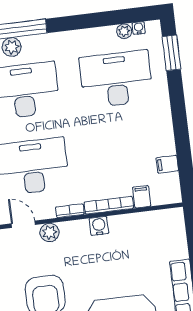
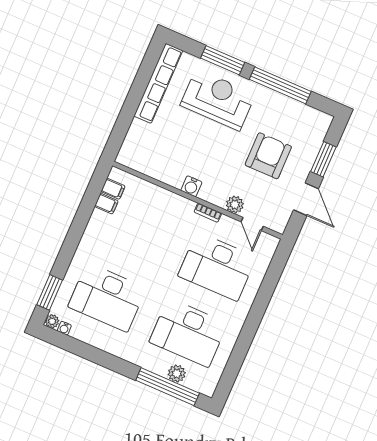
plant: (124, 31) -> (52, 321), moved
filing cabinet: (142, 197) -> (113, 189), moved, turned -90
bookcase: (109, 205) -> (173, 198), removed

